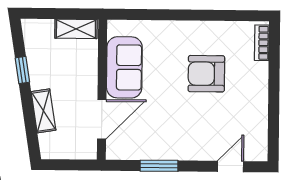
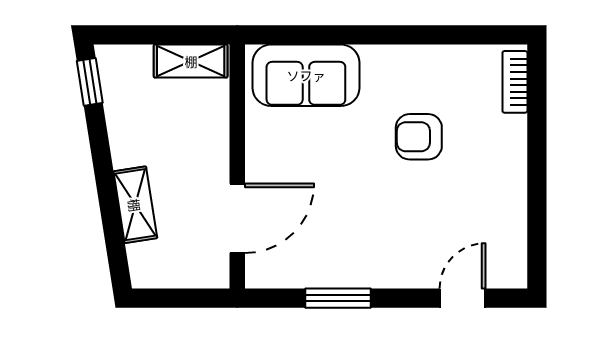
sofa: (124, 67) -> (306, 75), moved, turned 90
window: (22, 70) -> (90, 82), moved
armchair: (206, 74) -> (419, 137), width x0.72, depth x0.72

